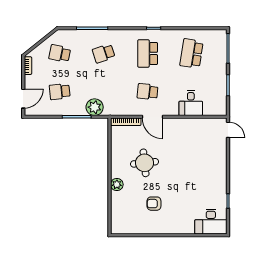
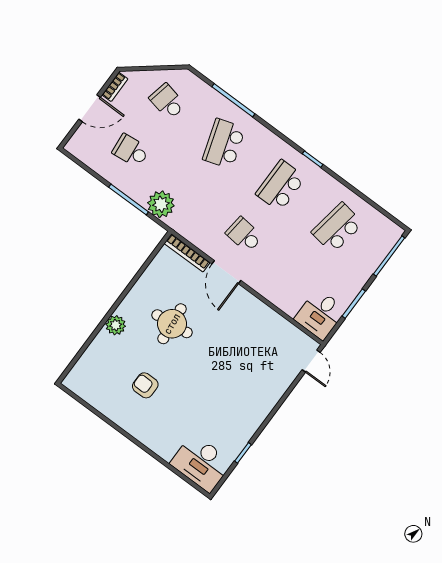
school desk: (104, 53) -> (224, 144), width x1.85
door: (23, 99) -> (90, 108), moved
desk: (191, 103) -> (320, 314), moved

